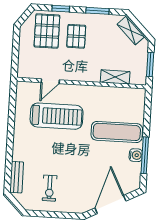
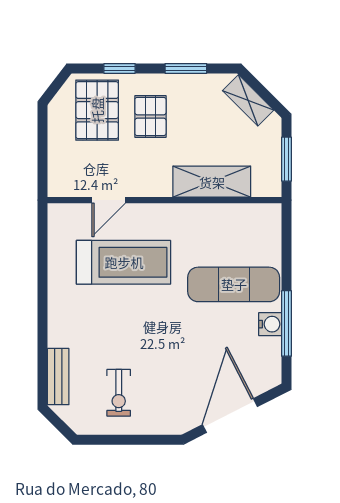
shelving: (115, 77) -> (212, 182), width x1.50, depth x1.33

